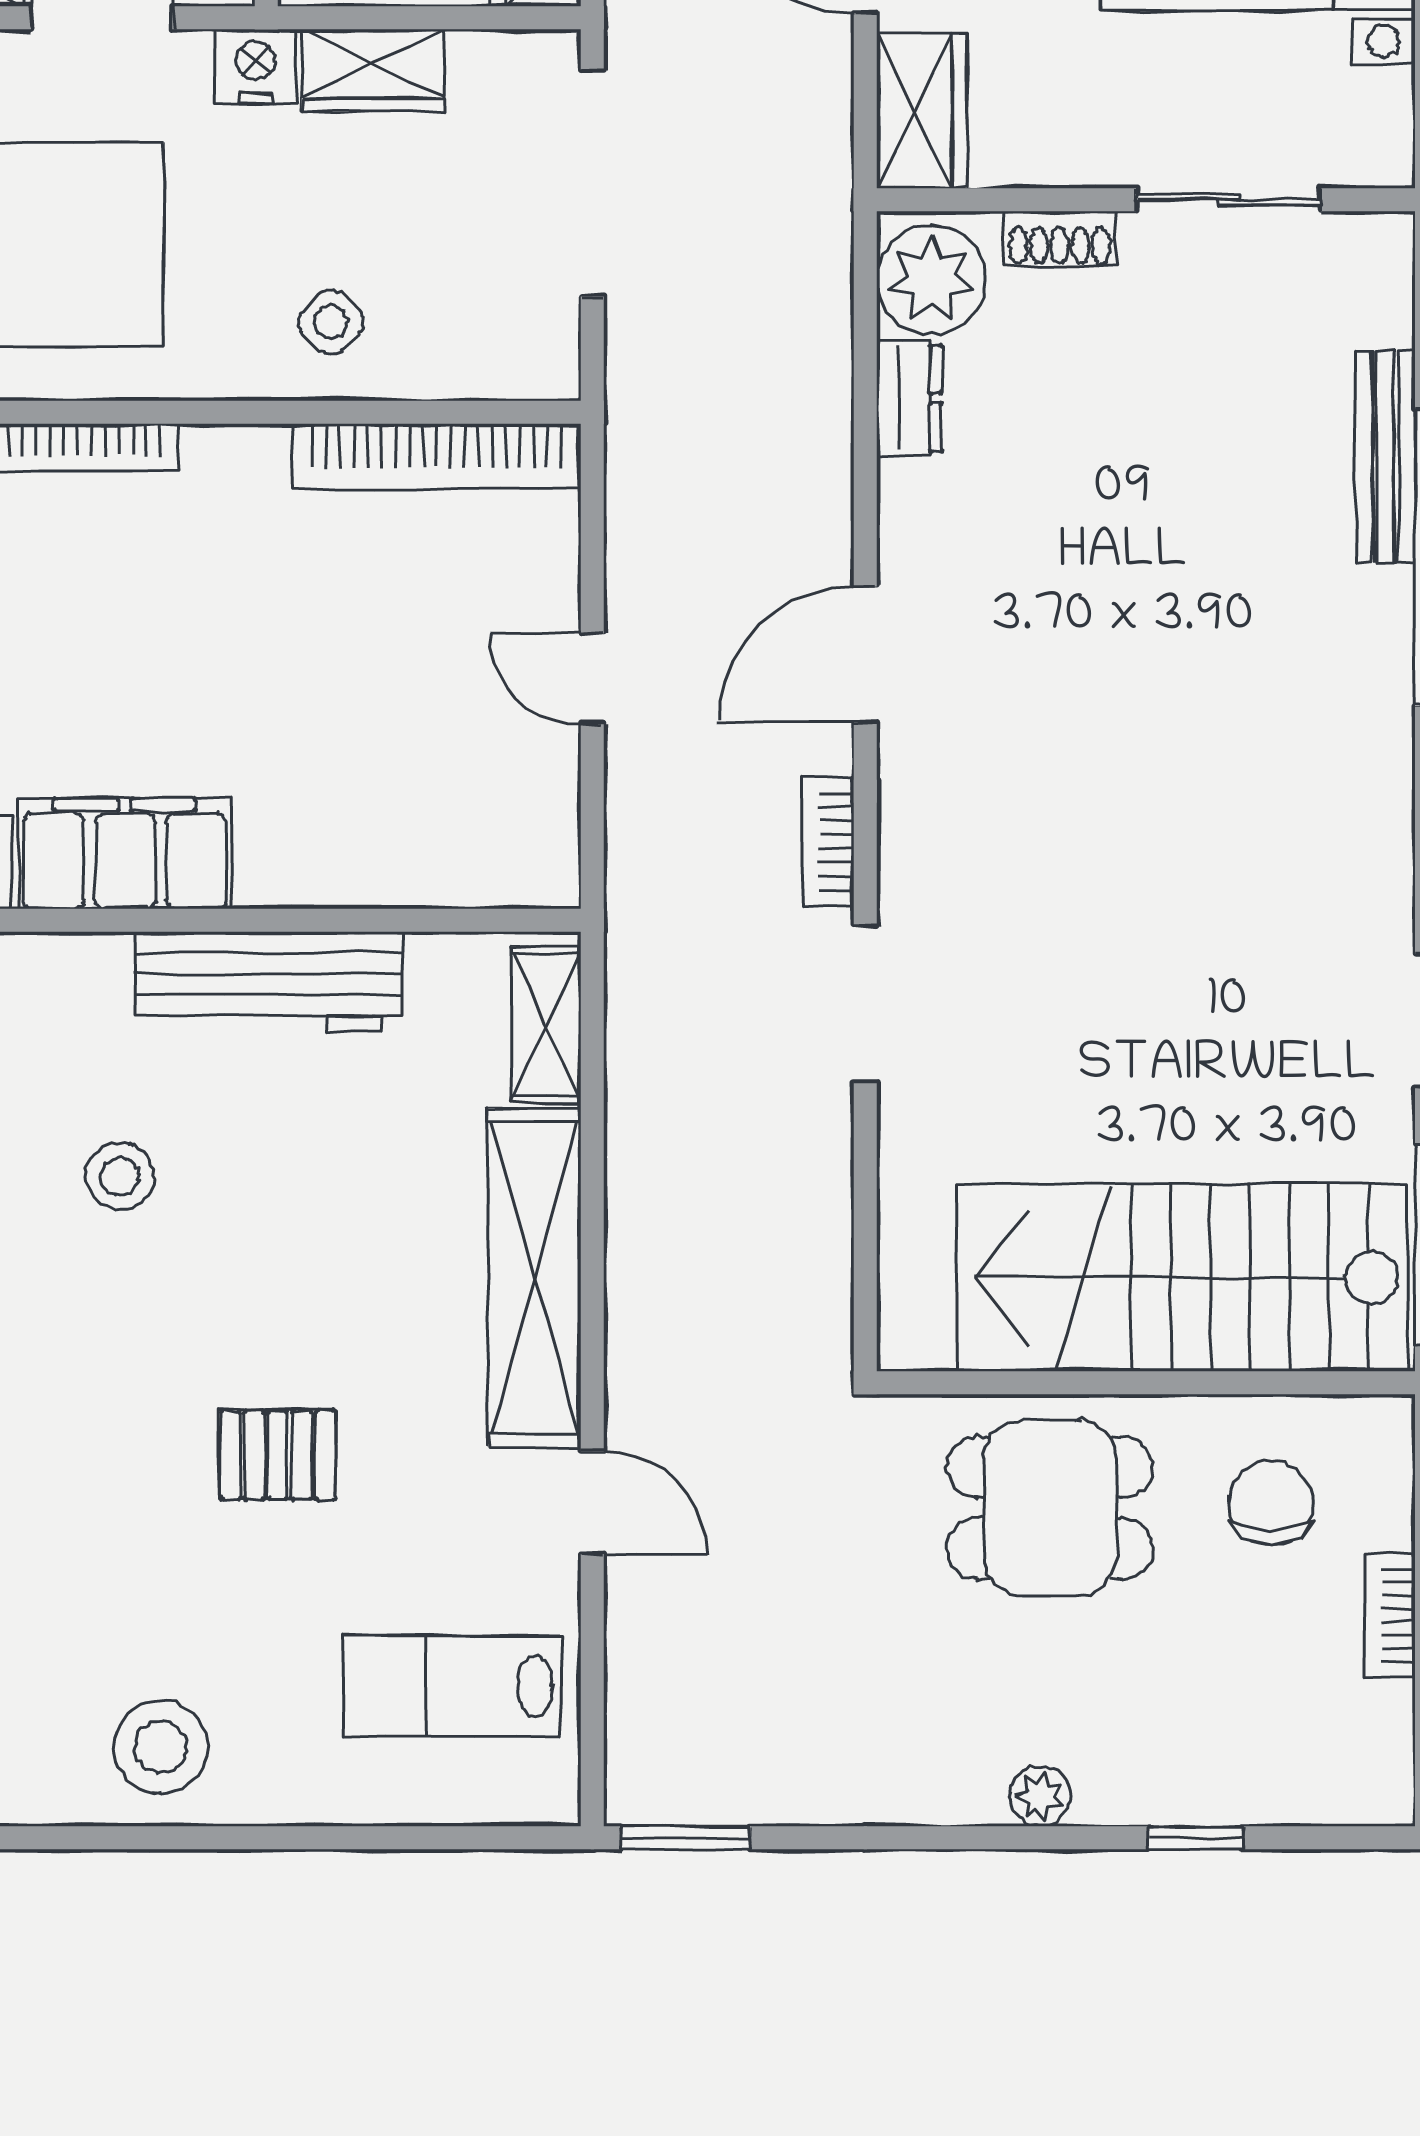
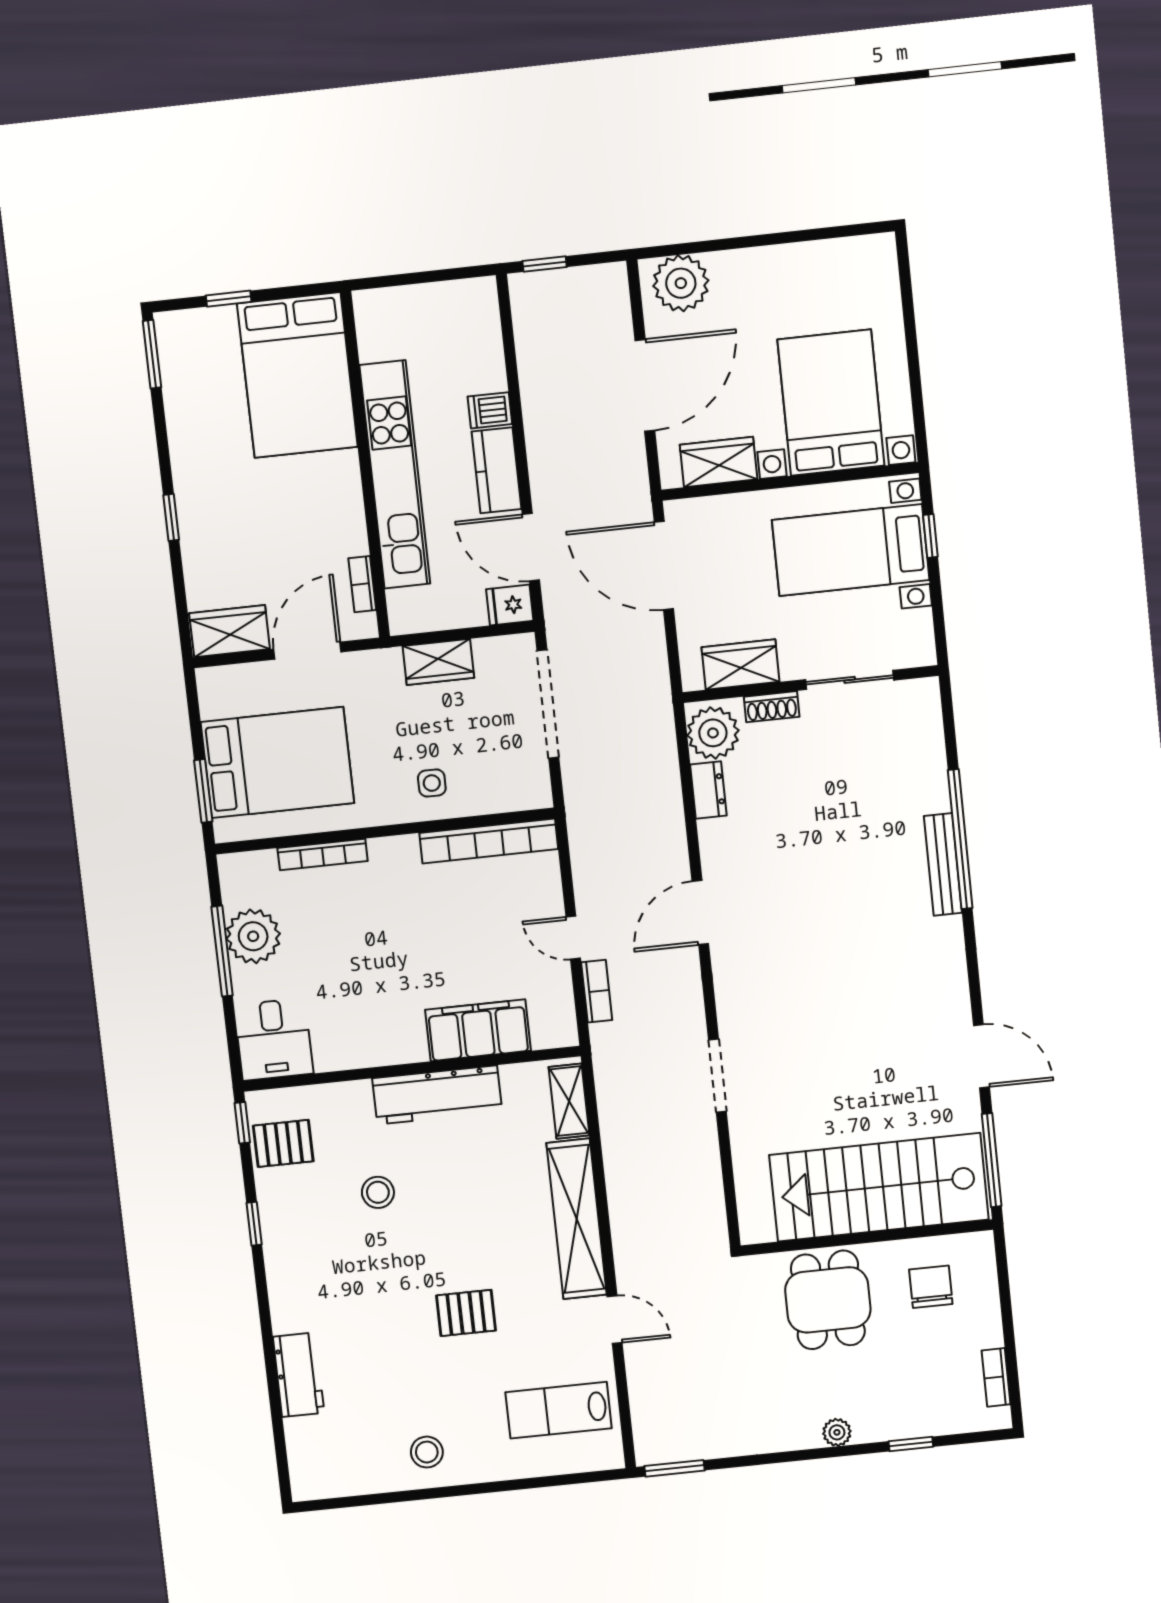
nightstand: (255, 66) -> (383, 666), removed
wardrobe: (922, 111) -> (741, 664), moved, turned -90
side table: (331, 322) -> (432, 783), turned 45
bench: (1385, 457) -> (943, 864), moved
bookcase: (828, 842) -> (597, 991), moved, turned 180
filing cabinet: (125, 853) -> (478, 1030), moved
dining table: (1050, 1508) -> (828, 1300), turned 90
bookcase: (1390, 1616) -> (996, 1377), moved
stool: (161, 1747) -> (427, 1452), width x0.73, depth x0.73

